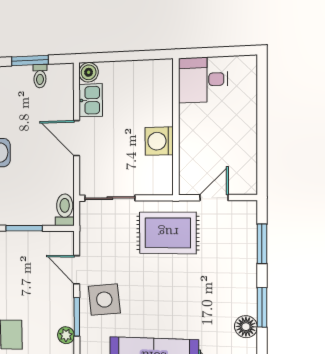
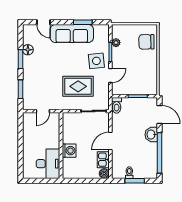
desk: (203, 80) -> (48, 164), width x1.37
door: (77, 138) -> (110, 141), swing flipped
washing machine: (159, 141) -> (69, 151), moved
rug: (168, 233) -> (78, 86), moved
door: (77, 270) -> (110, 75), hinge flipped

